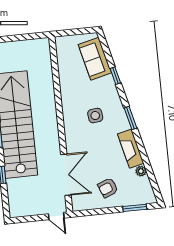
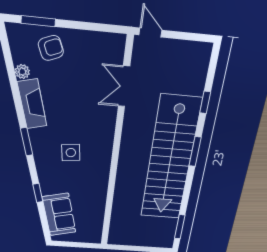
double door: (66, 175) -> (124, 86), width x0.73
armchair: (108, 188) -> (51, 48), moved

